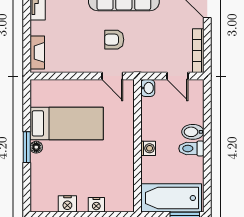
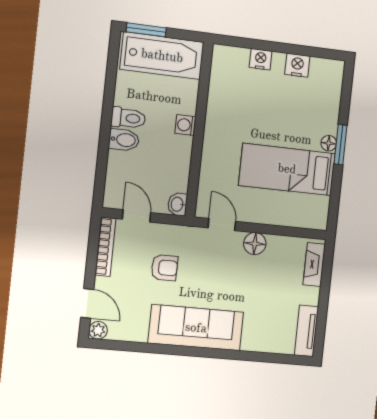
armchair: (114, 40) -> (164, 268), moved
floor lamp: (85, 64) -> (255, 244), added

